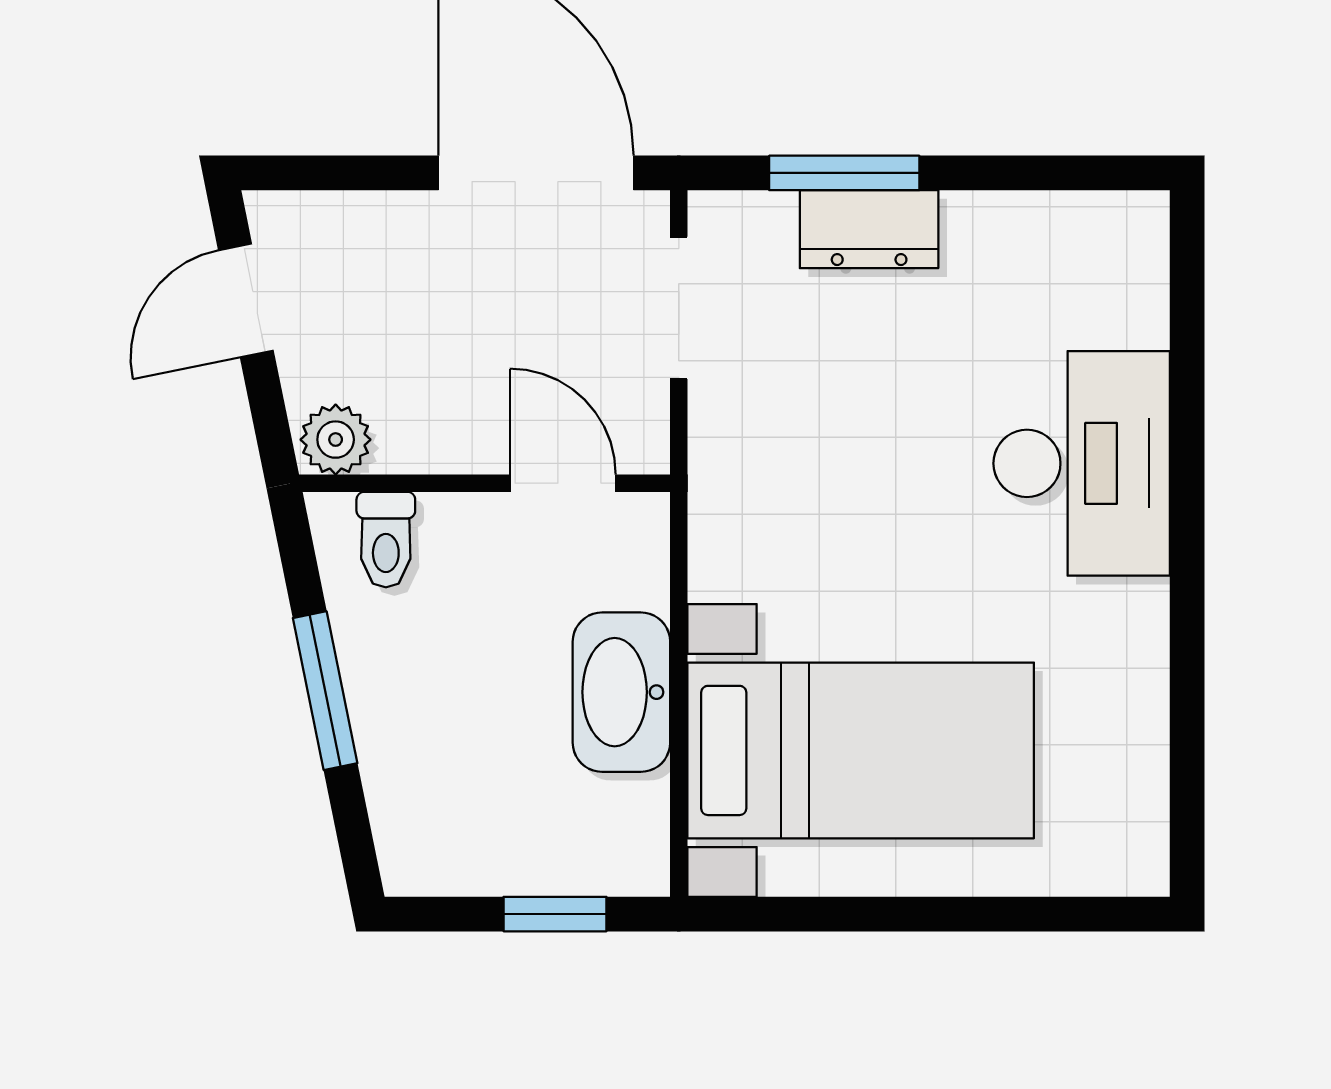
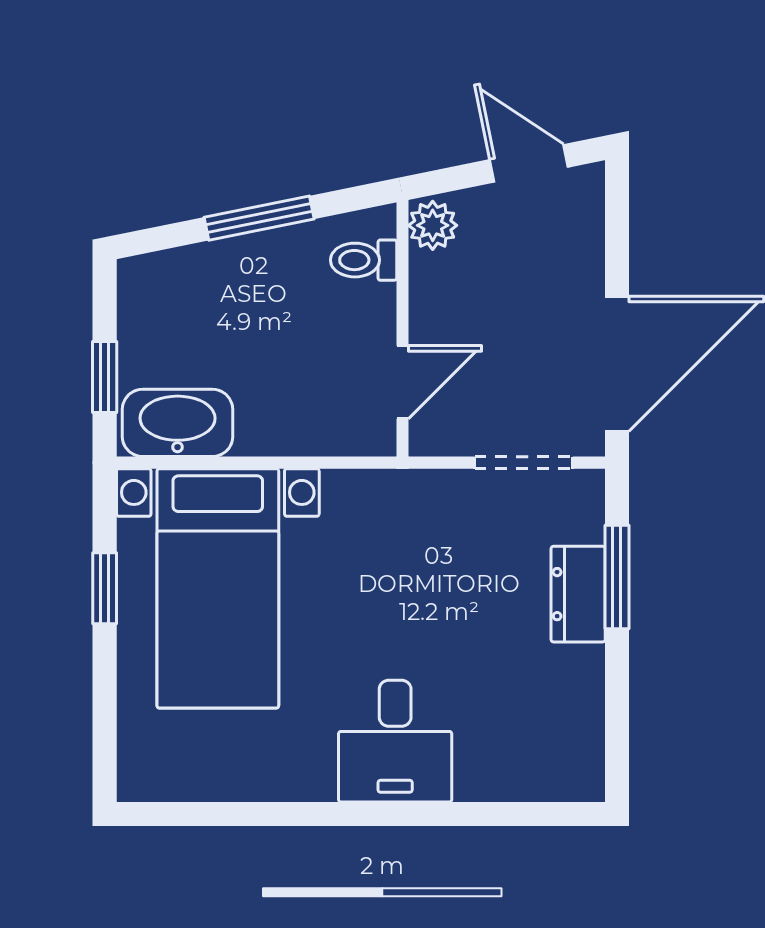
desk: (1082, 463) -> (395, 741), width x0.73
washbasin: (621, 692) -> (178, 423), moved
window: (861, 914) -> (105, 588), added

